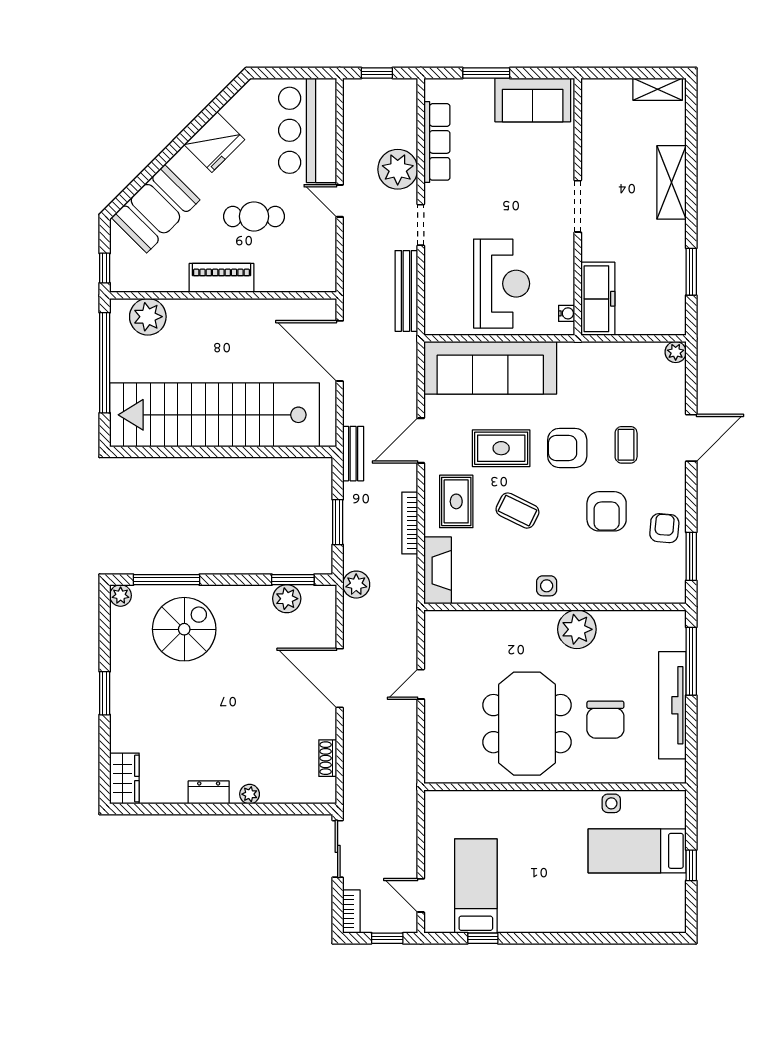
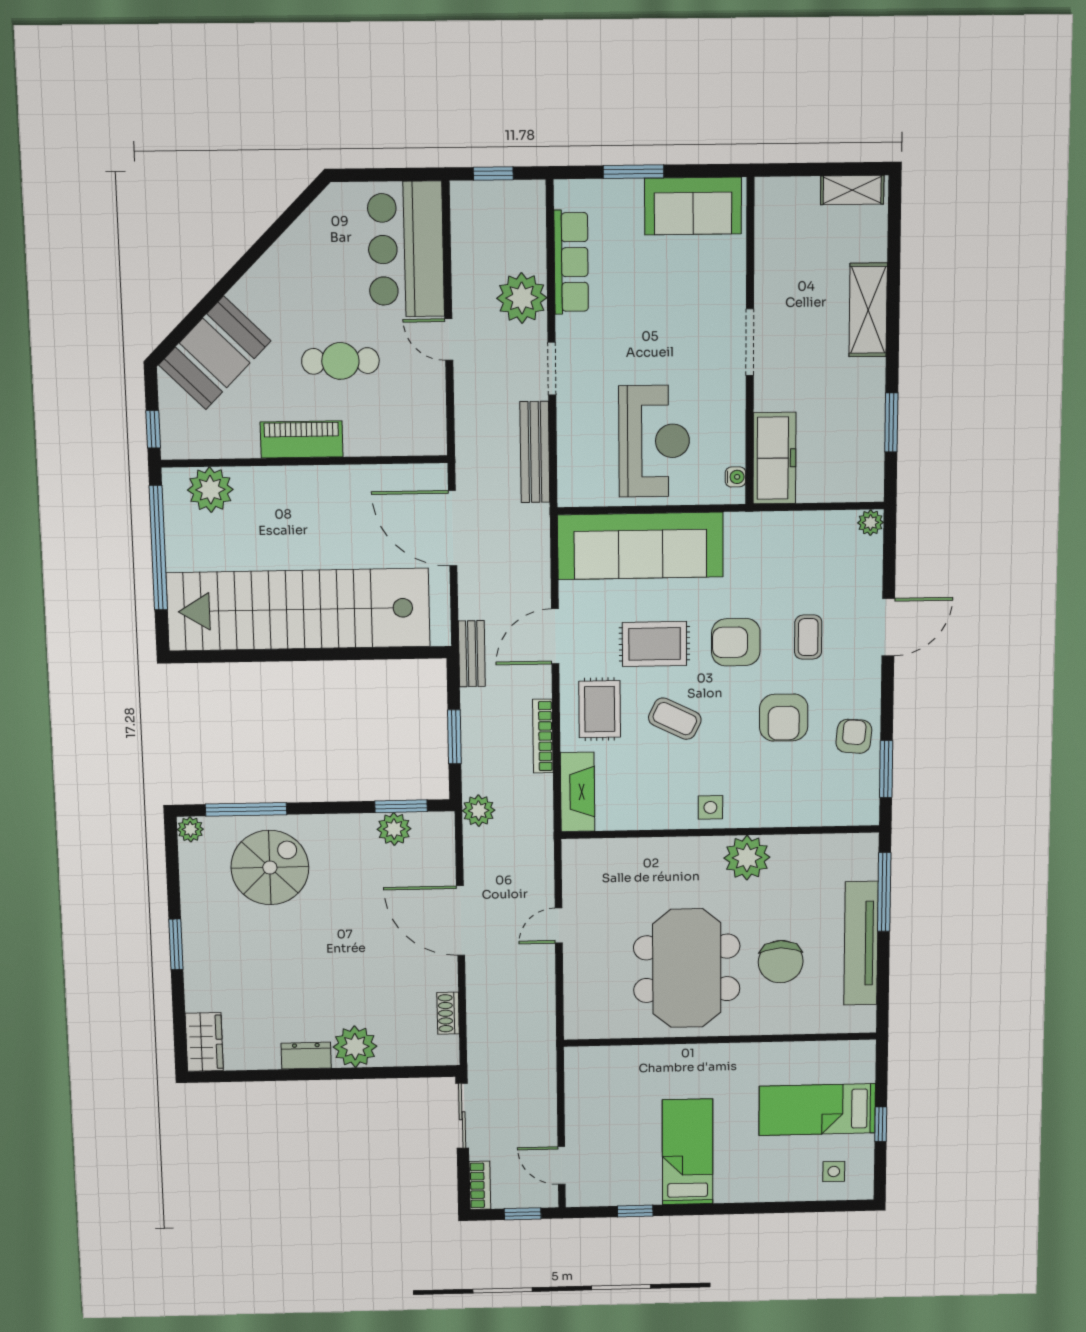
fridge: (214, 142) -> (287, 266), removed
plant: (250, 794) -> (355, 1047), width x1.88, depth x1.88
side table: (611, 803) -> (834, 1172), moved
bed: (476, 886) -> (688, 1152), moved

